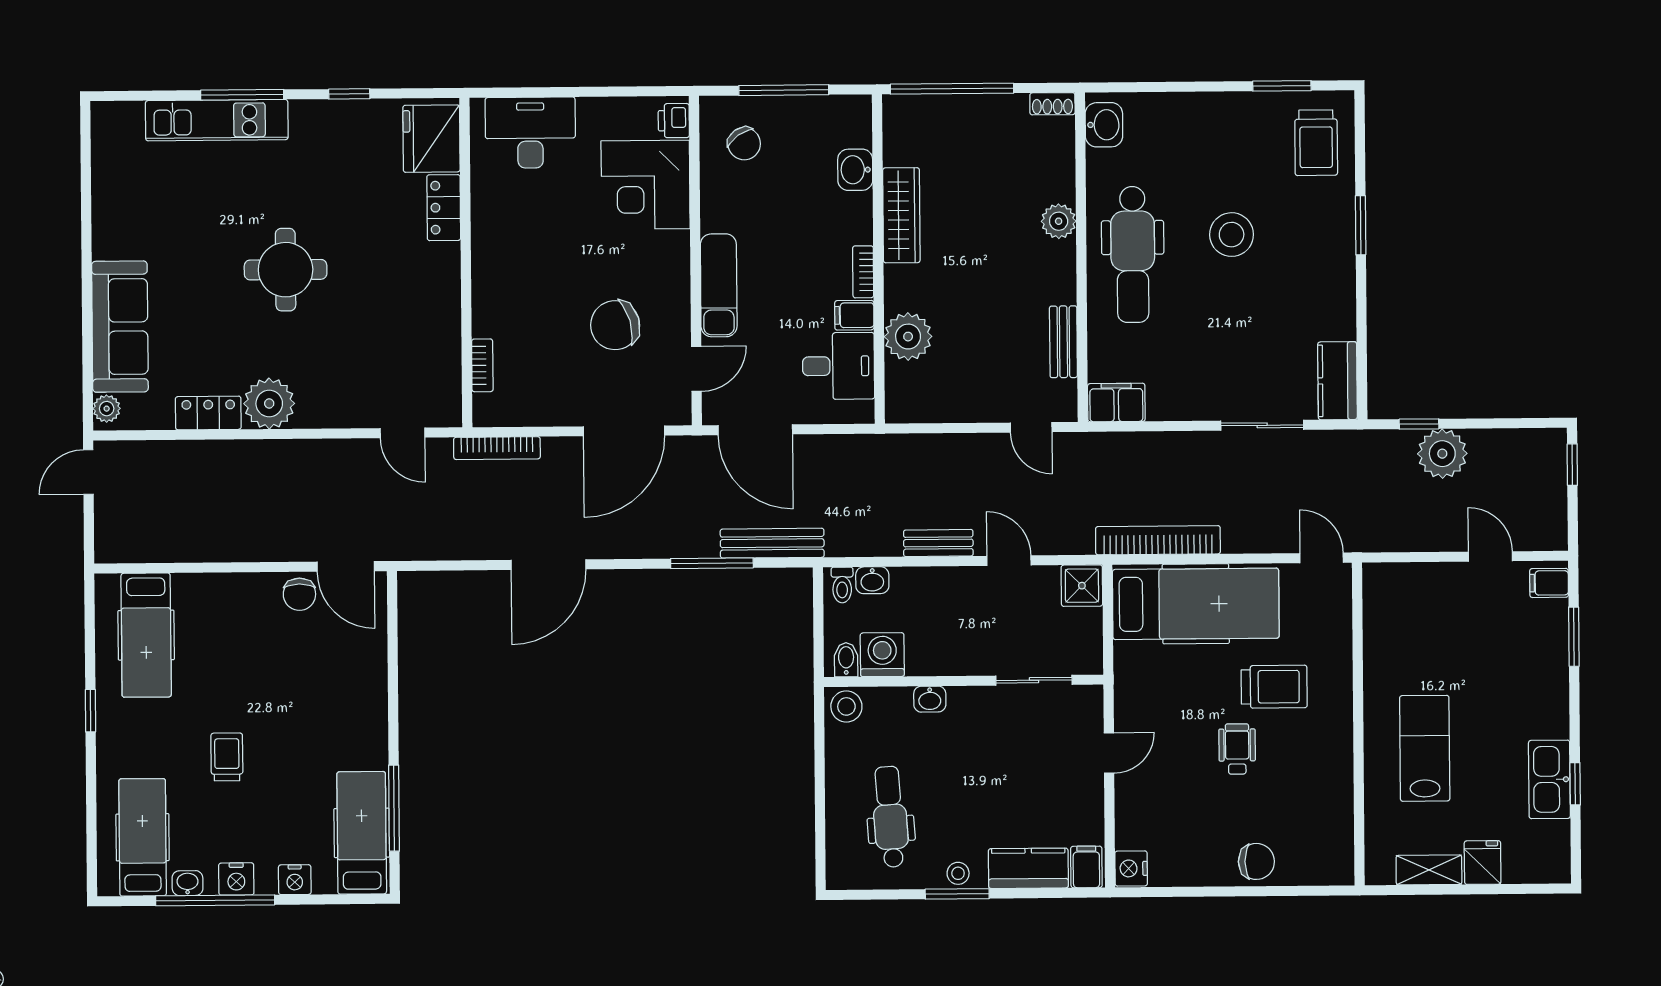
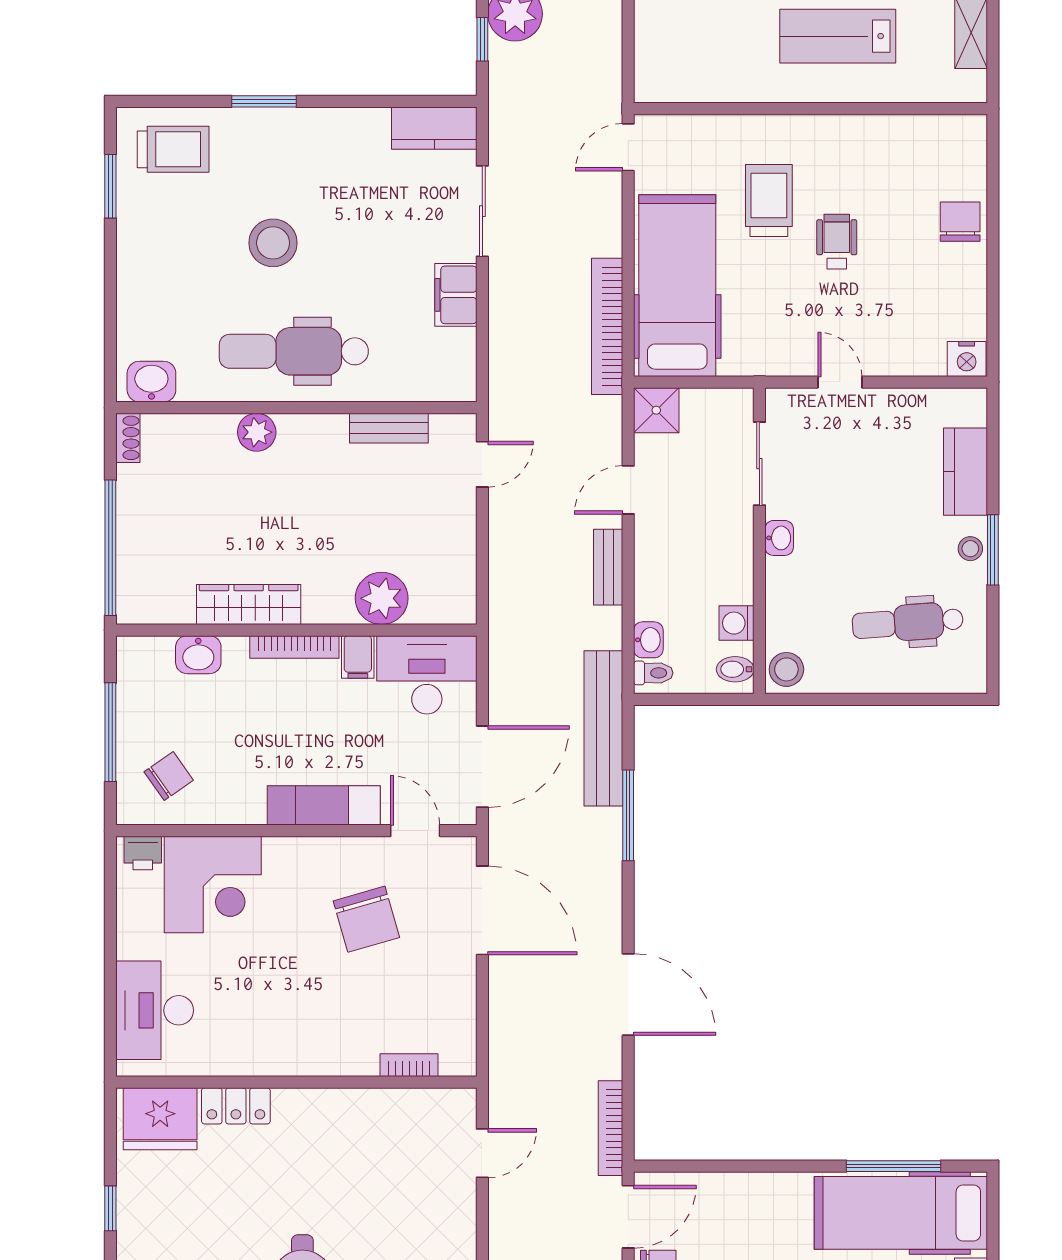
dental chair: (1133, 254) -> (294, 351), turned 180
bookcase: (863, 272) -> (294, 647), width x1.56
desk: (838, 366) -> (427, 675), width x1.37
filing cabinet: (1116, 403) -> (456, 295), moved
bookcase: (497, 448) -> (611, 1128), moved, turned 180
bench: (772, 543) -> (603, 728), width x1.37, depth x1.21
washing machine: (882, 655) -> (737, 623), width x0.73, depth x0.73
washbasin: (930, 699) -> (779, 538), moved
wheelchair: (1237, 749) -> (837, 242), turned 90
hospital bed: (362, 833) -> (901, 1213), width x1.37, depth x1.29
filing cabinet: (1086, 867) -> (965, 408), removed

